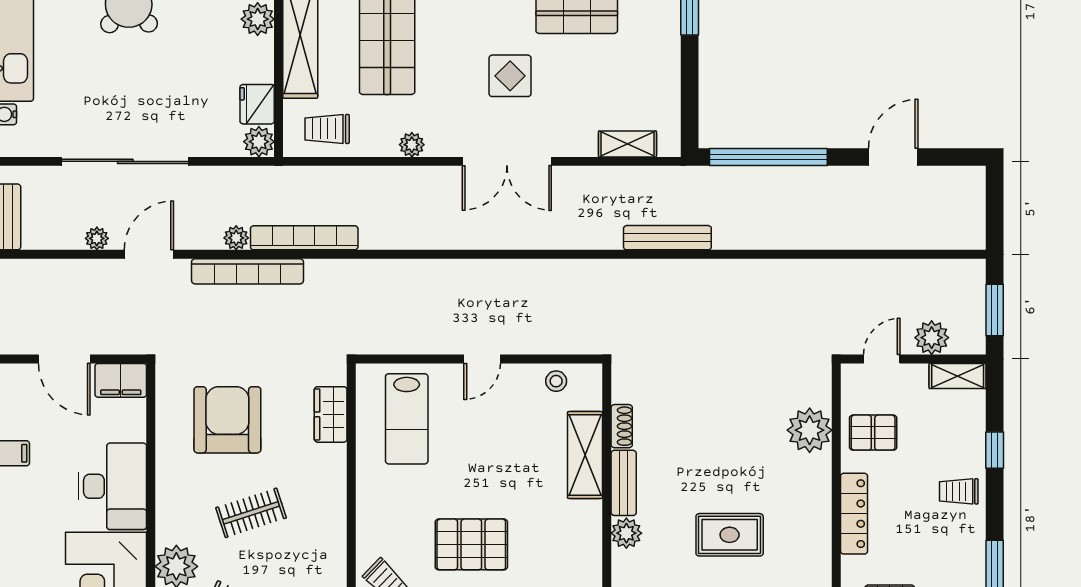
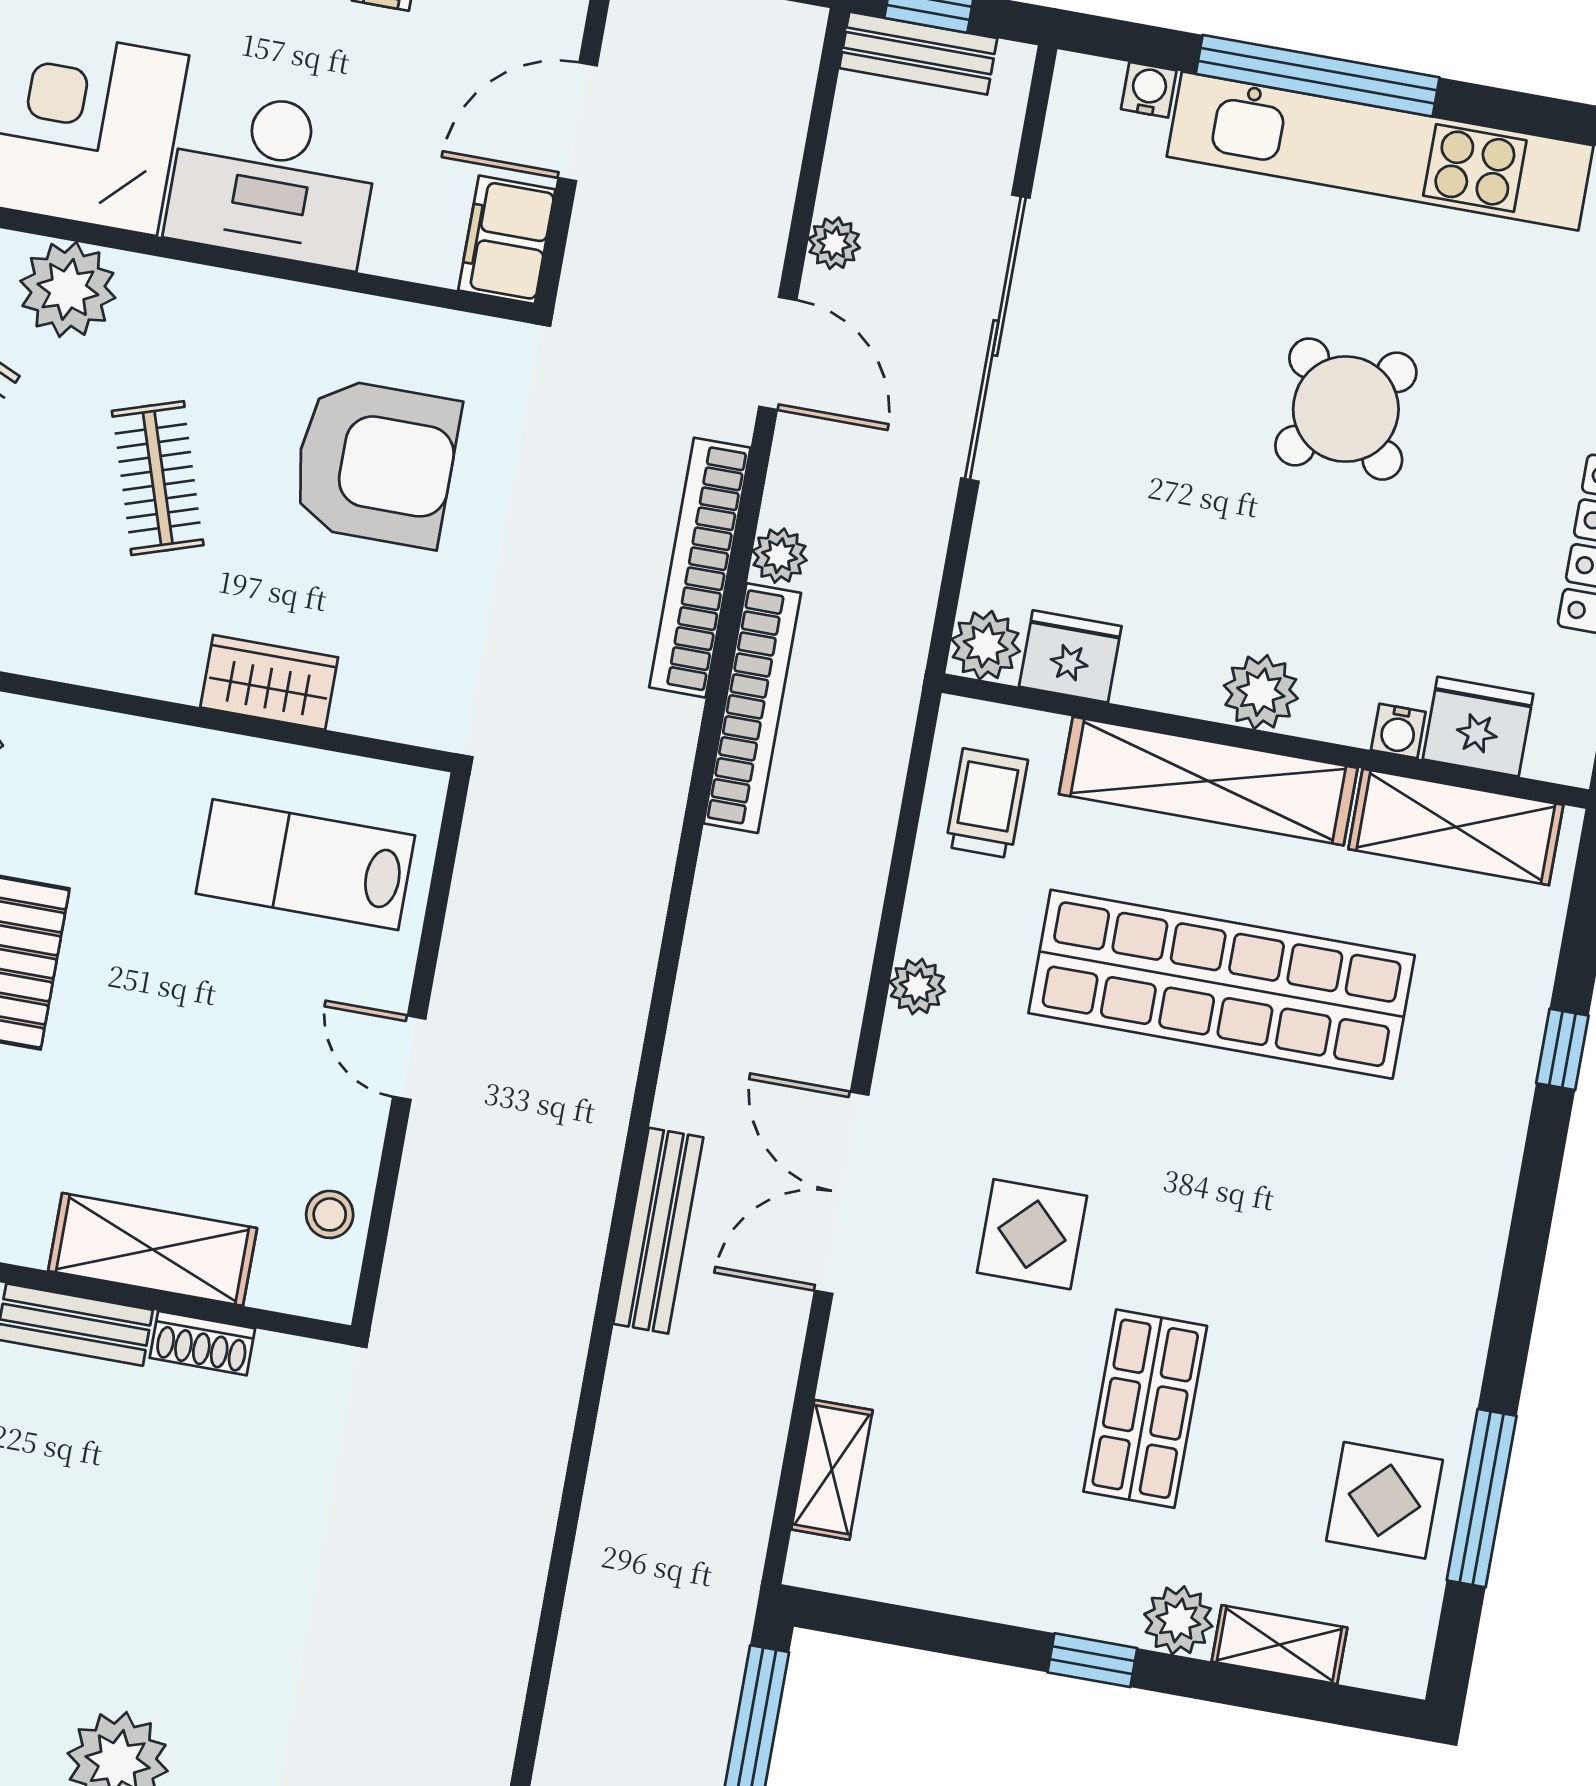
bench: (667, 238) -> (658, 1231), moved
wardrobe: (331, 414) -> (269, 682), moved

